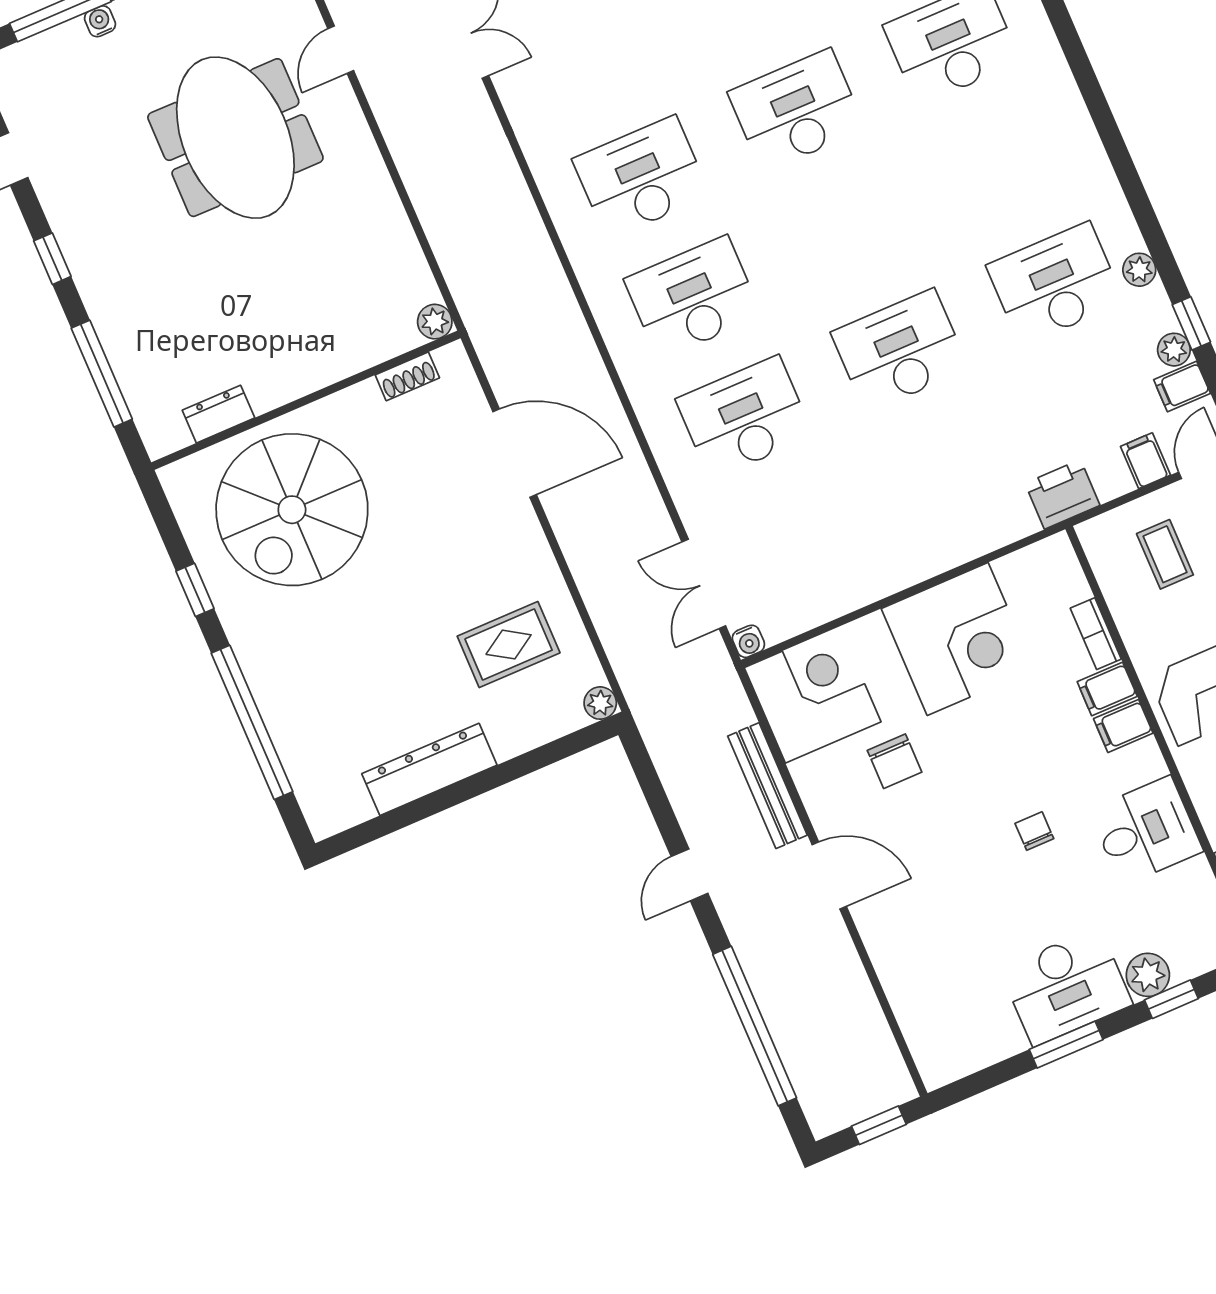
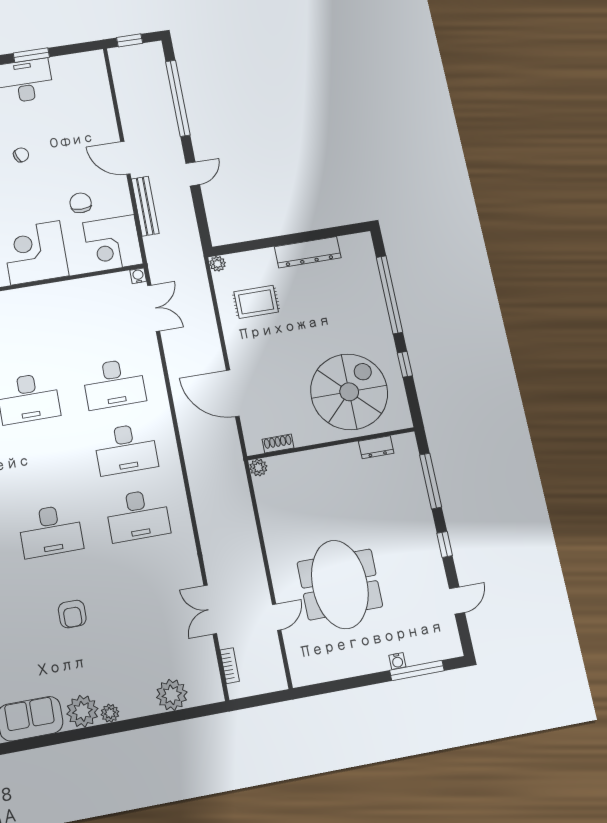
chair: (1034, 831) -> (21, 155), turned -112

